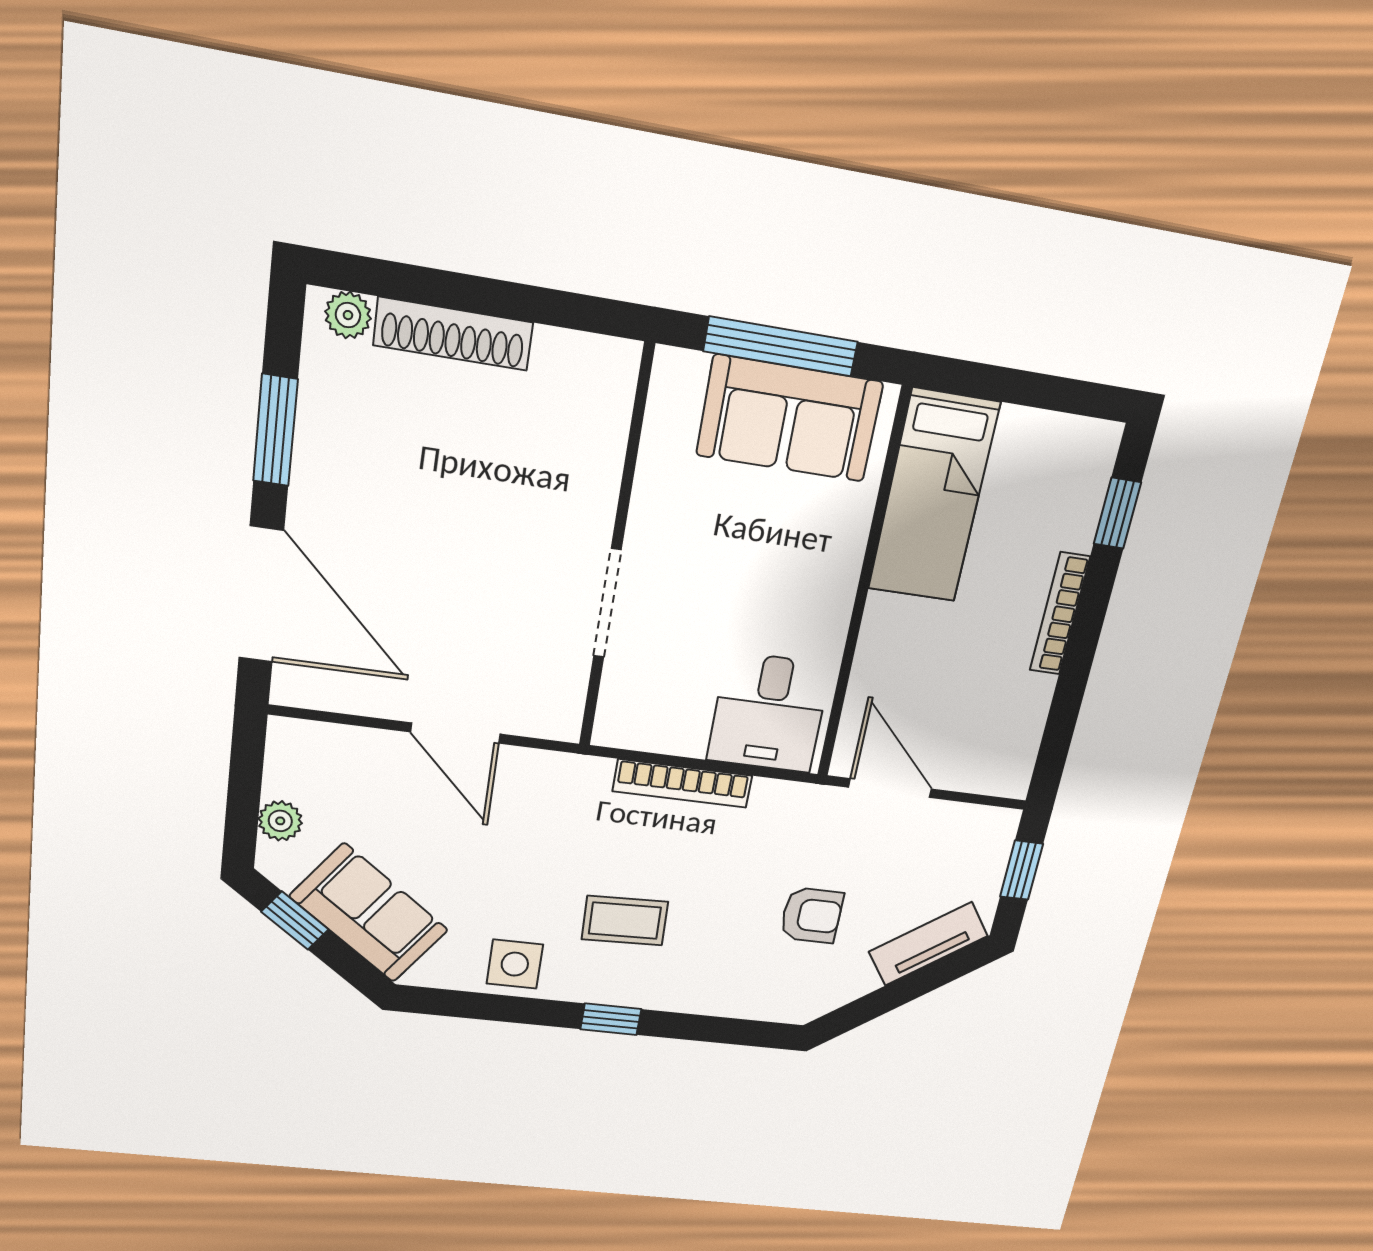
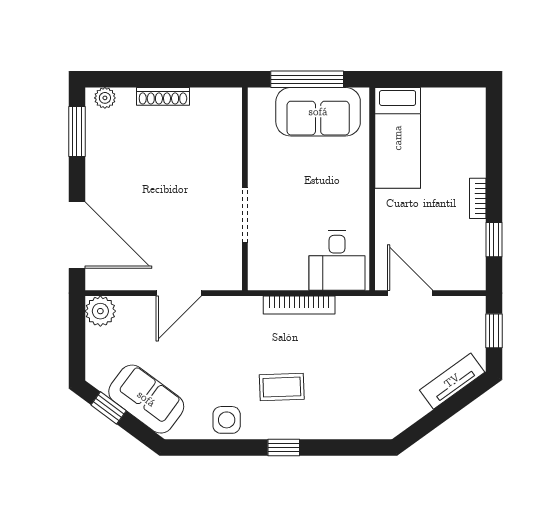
shoe rack: (453, 334) -> (163, 96), width x0.74, depth x0.81
window: (275, 430) -> (77, 132), moved
window: (1117, 513) -> (494, 240), moved
bookcase: (1060, 614) -> (478, 198), width x0.64
door: (455, 733) -> (179, 293), hinge flipped
plant: (280, 821) -> (100, 311), moved, width x1.38, depth x1.38
armchair: (812, 915) -> (383, 372), removed

